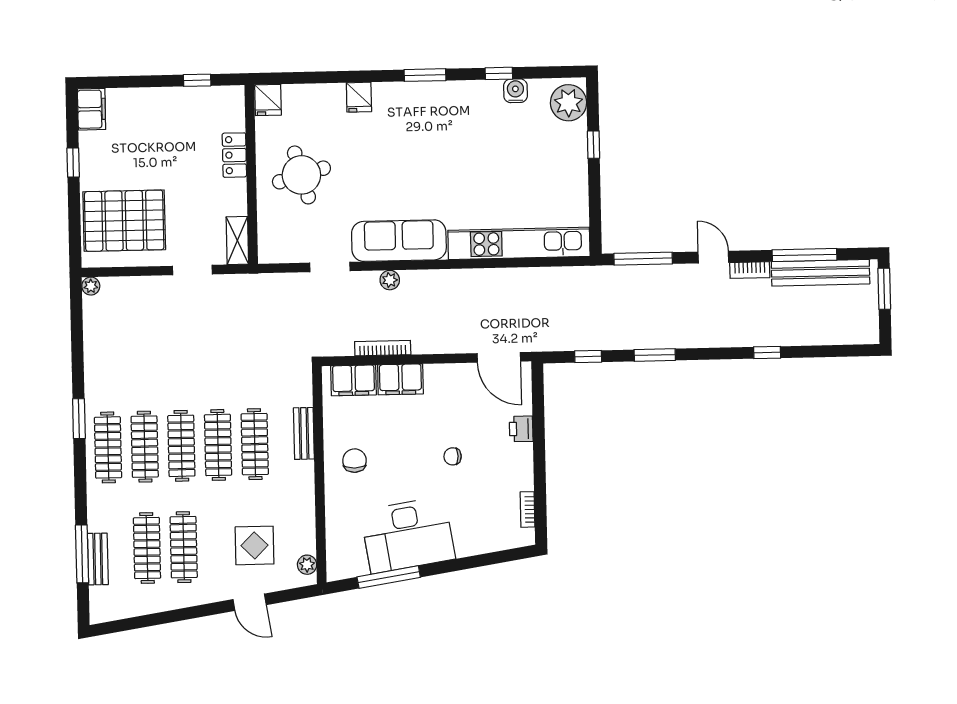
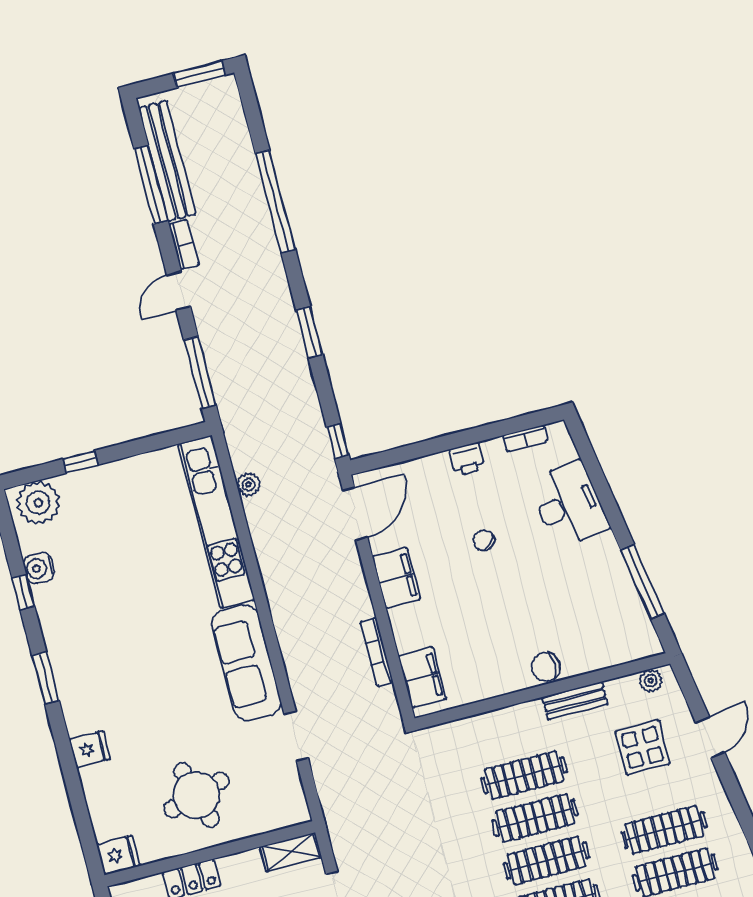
plant: (390, 280) -> (249, 484), moved
window: (884, 289) -> (199, 74), moved
window: (767, 352) -> (275, 201), width x3.17
window: (588, 357) -> (338, 441), moved
filing cabinet: (400, 379) -> (396, 578), moved
printer: (521, 429) -> (467, 459), moved
bench: (304, 433) -> (575, 701), moved
chair: (453, 456) -> (484, 541), turned 140
chair: (355, 461) -> (546, 667), moved
desk: (408, 535) -> (569, 505), moved, width x0.73, depth x0.77

